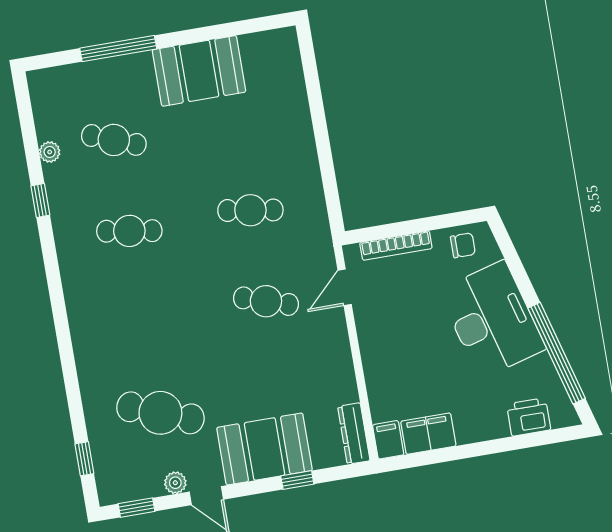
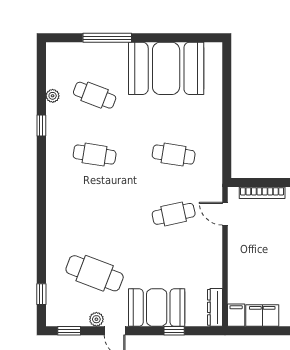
booth: (199, 71) -> (166, 68), width x1.36, depth x1.42
door: (345, 287) -> (225, 214), hinge flipped
cafe table: (266, 301) -> (174, 214), turned -30

